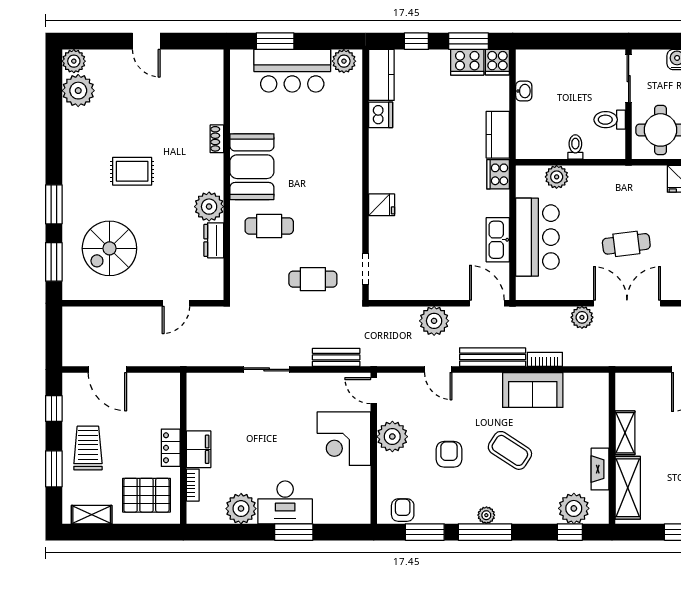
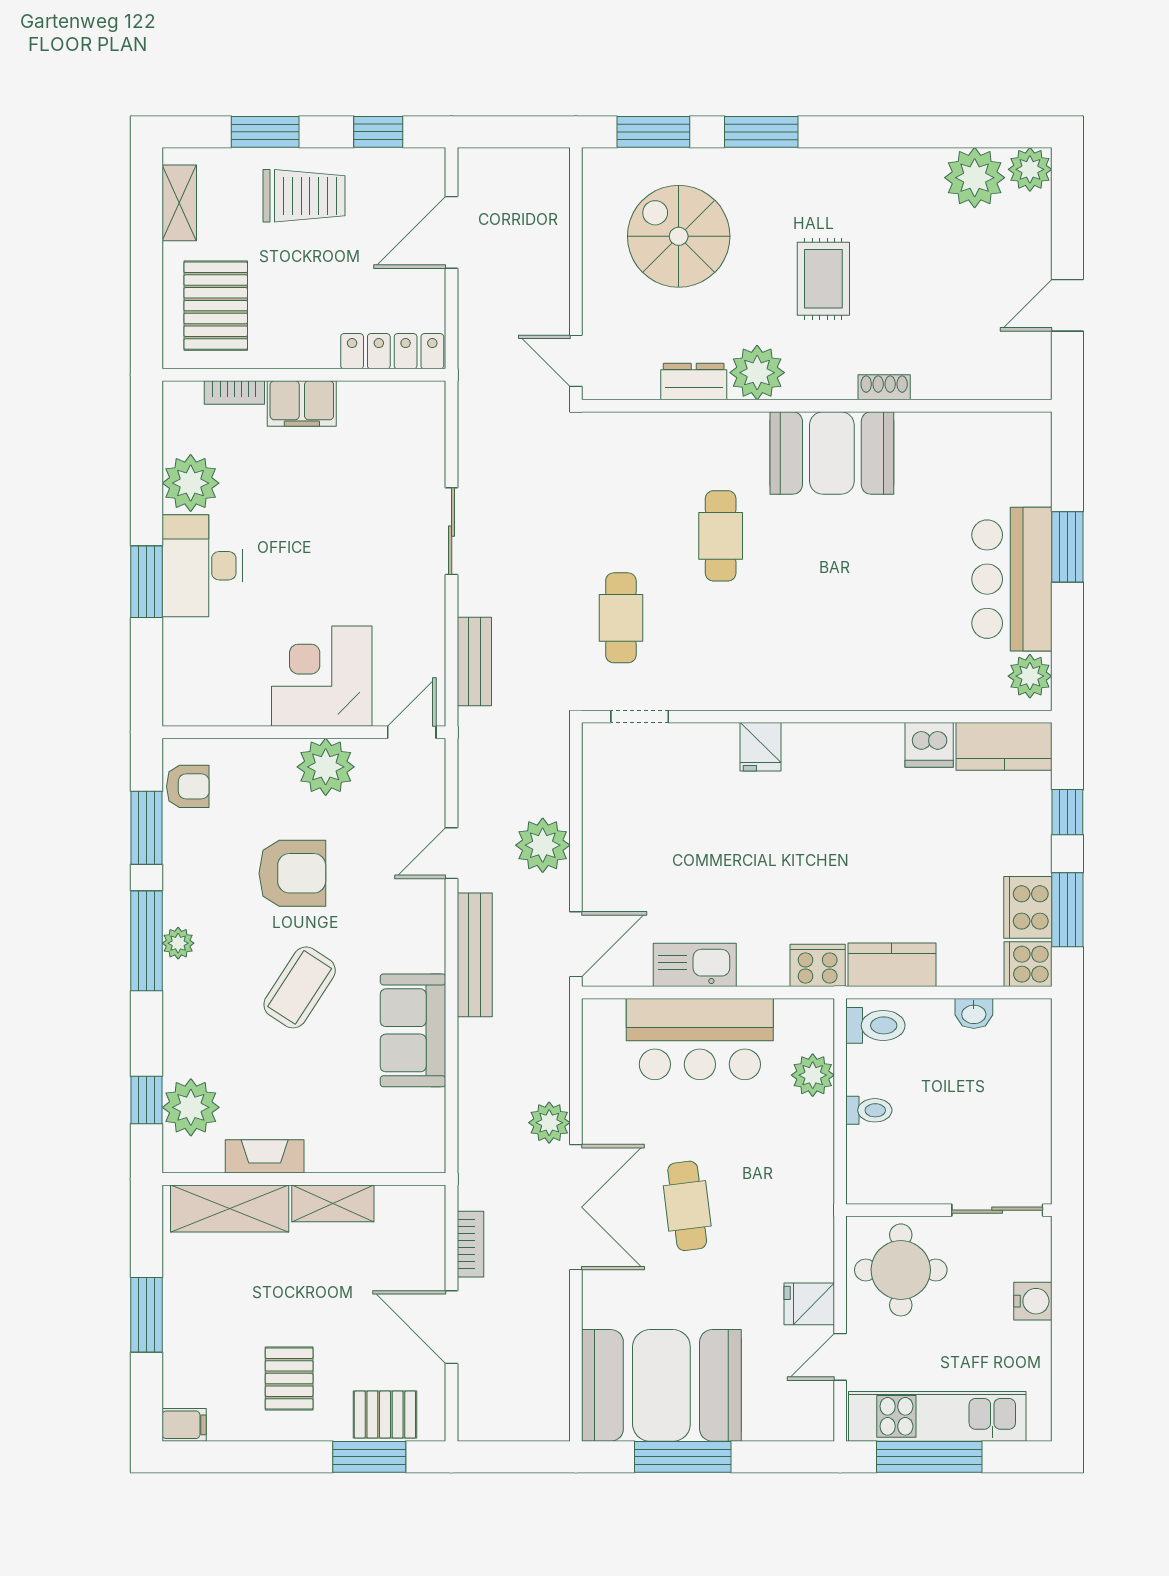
toilet: (610, 120) -> (875, 1025), moved, turned 90
shoe rack: (217, 139) -> (884, 387), moved
booth: (252, 167) -> (832, 453), moved
wall: (227, 175) -> (817, 406), moved
plant: (209, 207) -> (757, 373), moved
dresser: (214, 240) -> (694, 382), moved
bookcase: (545, 359) -> (471, 1244), moved
locker: (171, 448) -> (392, 351), moved, width x1.53
armchair: (449, 454) -> (292, 873), width x1.38, depth x1.38

